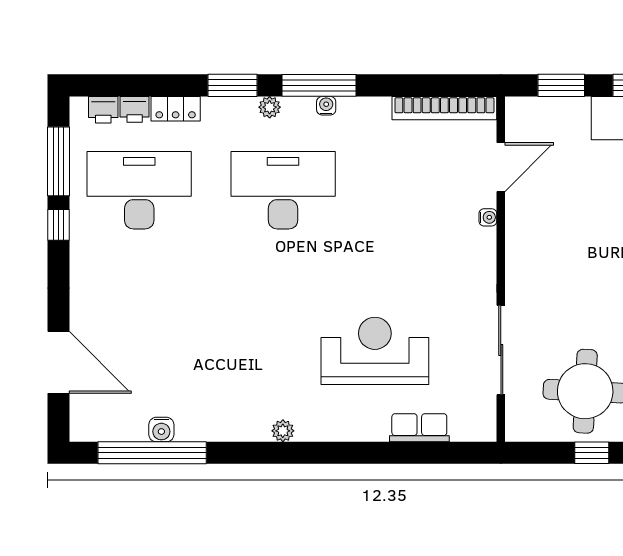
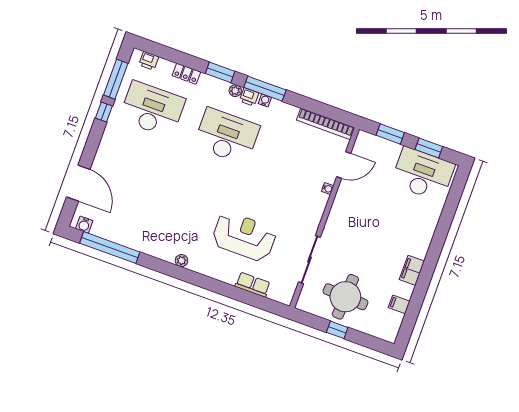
printer: (135, 109) -> (249, 97), moved
water cooler: (161, 430) -> (84, 225), moved

